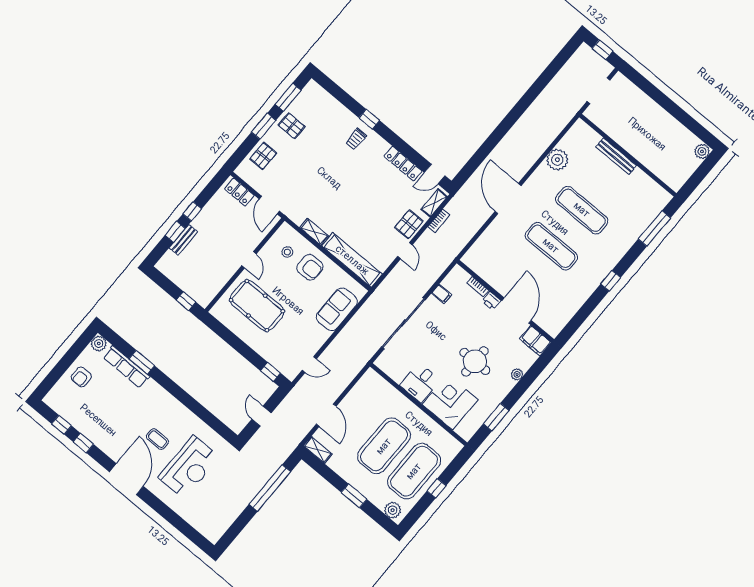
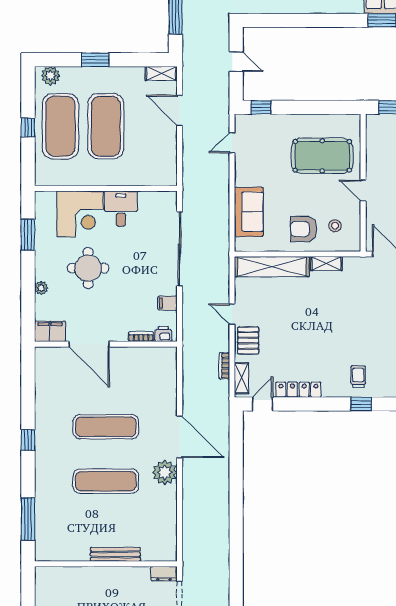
dresser: (595, 116) -> (164, 574), added
plant: (557, 160) -> (165, 472), moved
printer: (491, 301) -> (163, 334), moved

